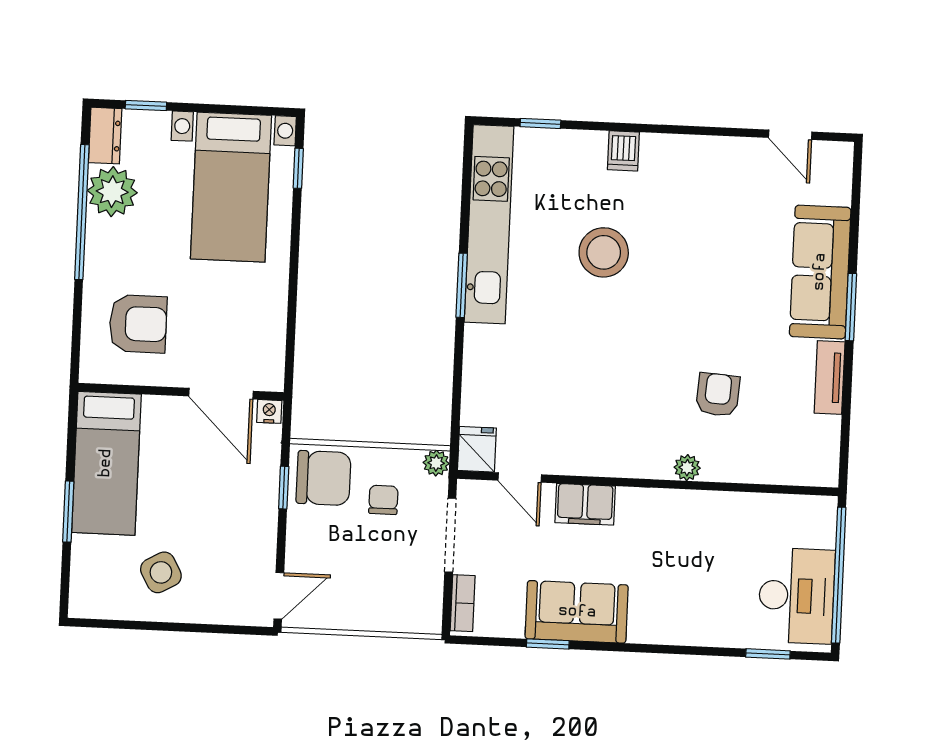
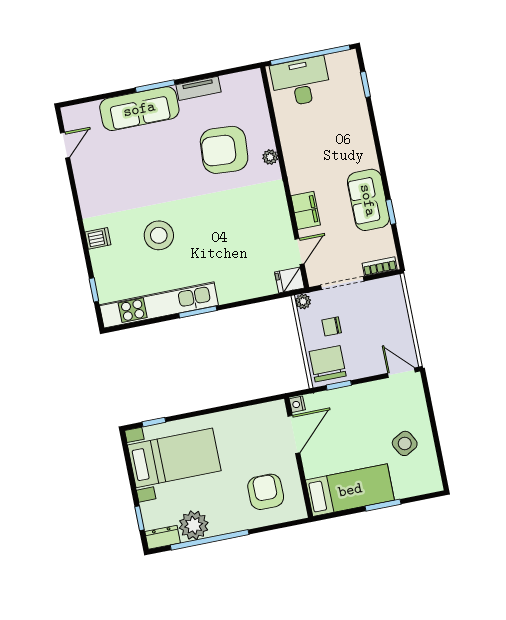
armchair: (718, 395) -> (224, 150), width x1.88, depth x1.88
desk: (796, 596) -> (301, 82), moved

